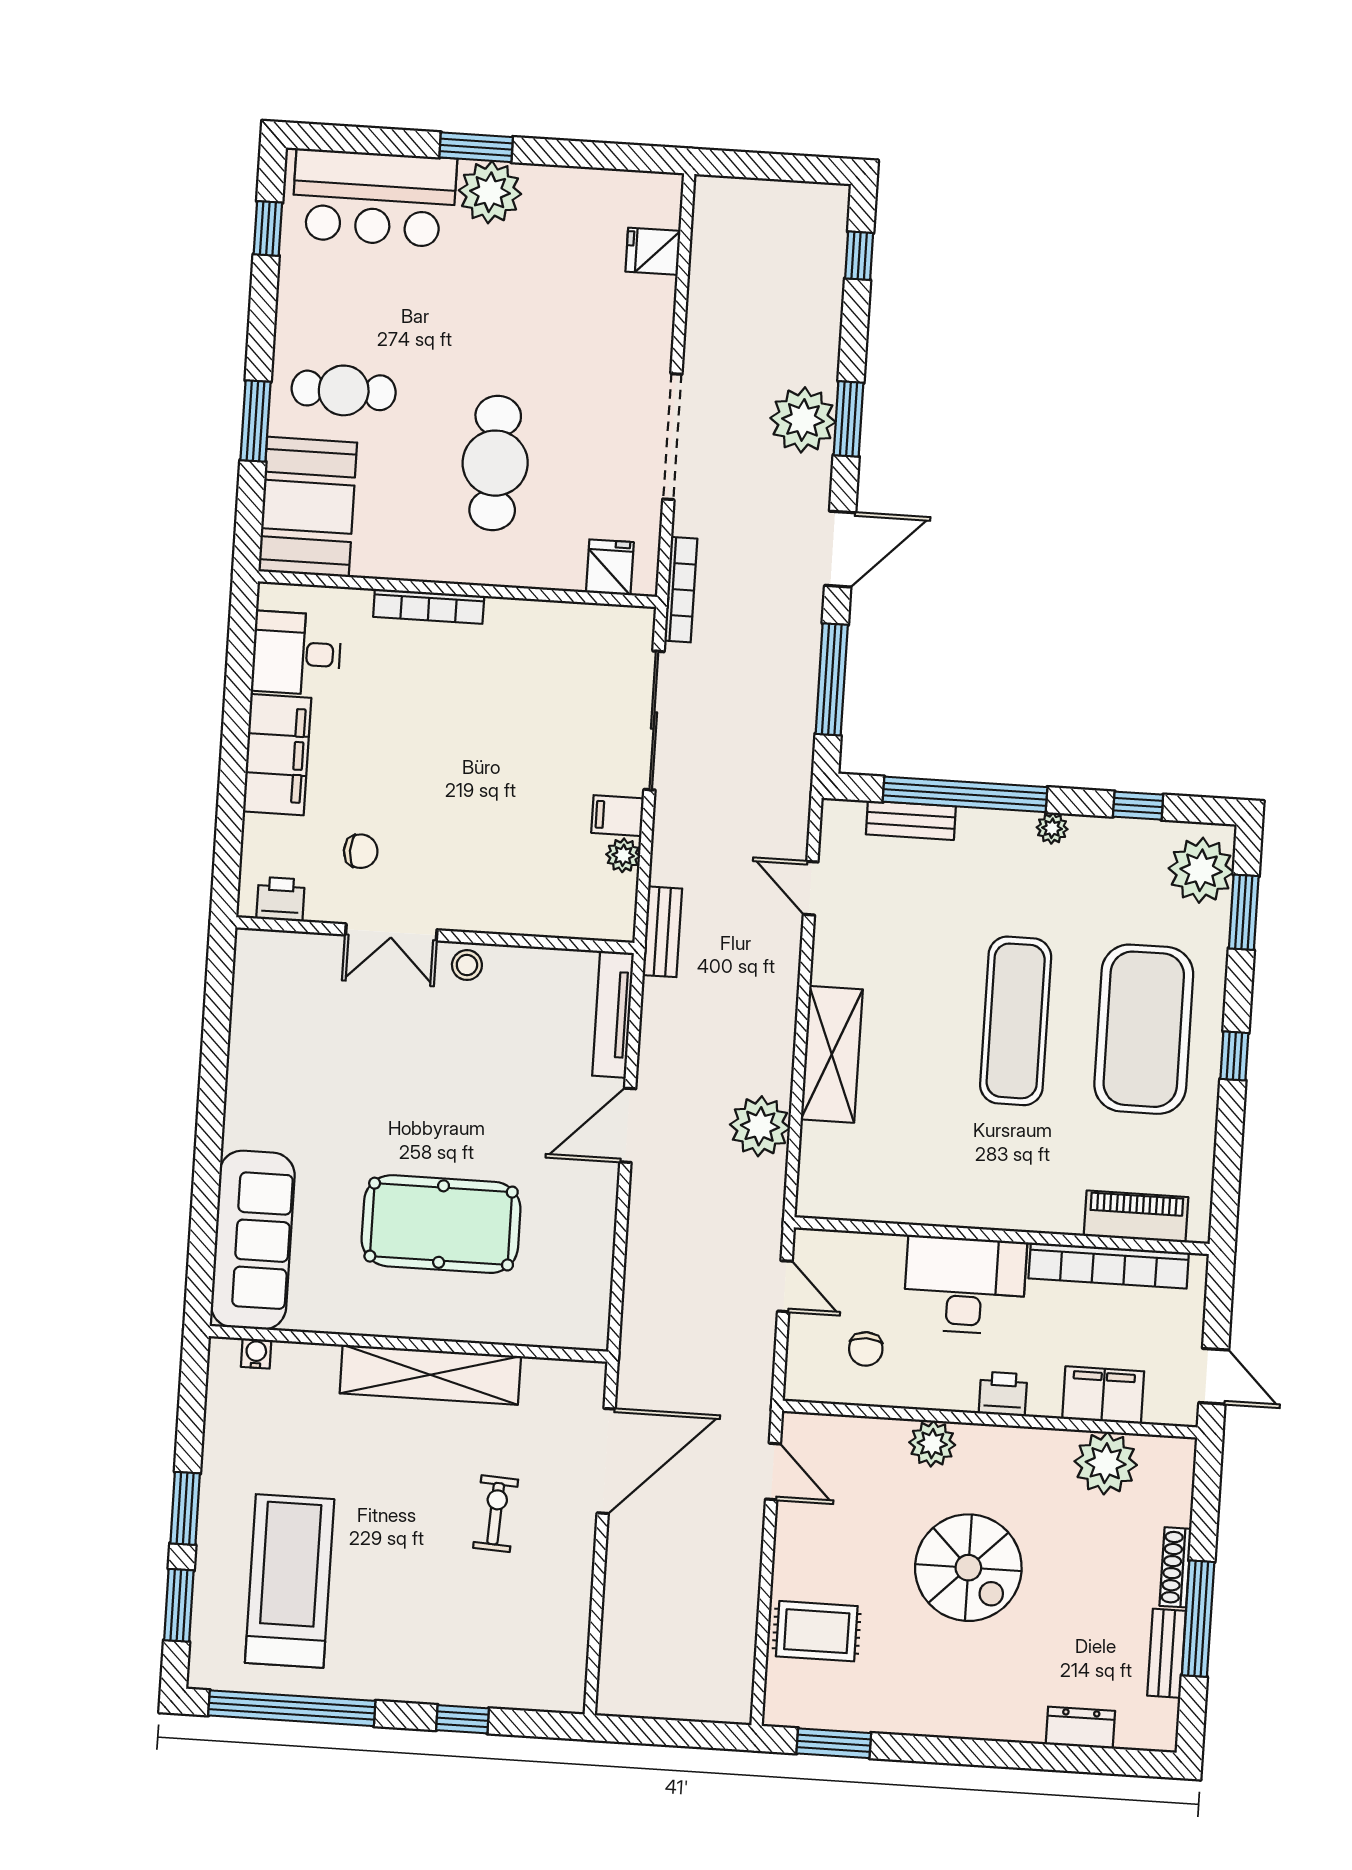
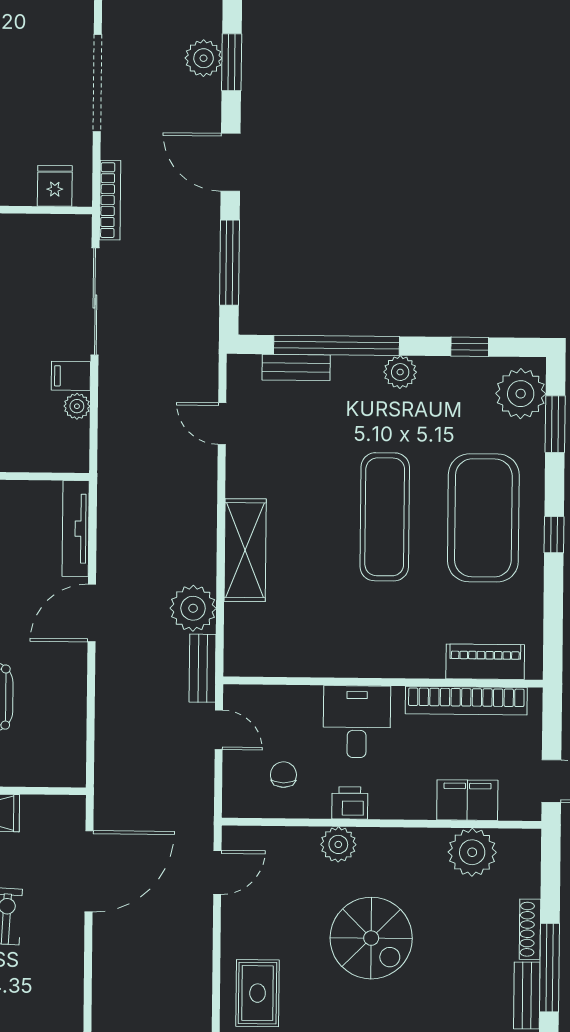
plant: (803, 420) -> (204, 58), width x0.73, depth x0.73
door: (840, 549) -> (231, 162), swing flipped
plant: (1052, 828) -> (400, 372), width x1.38, depth x1.38
bench: (662, 932) -> (203, 668), moved
desk: (965, 1285) -> (357, 722), width x0.73
chair: (866, 1349) -> (283, 775), turned 180
printer: (1003, 1394) -> (350, 803), moved
door: (773, 1471) -> (217, 872), hinge flipped
rug: (817, 1631) -> (258, 993), turned 90

